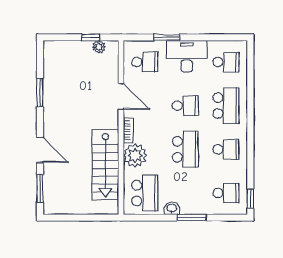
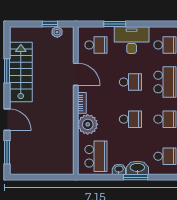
school desk: (185, 149) -> (130, 119), width x0.54
stairs: (105, 165) -> (21, 72), moved, turned 180
washbasin: (194, 207) -> (137, 168), added

